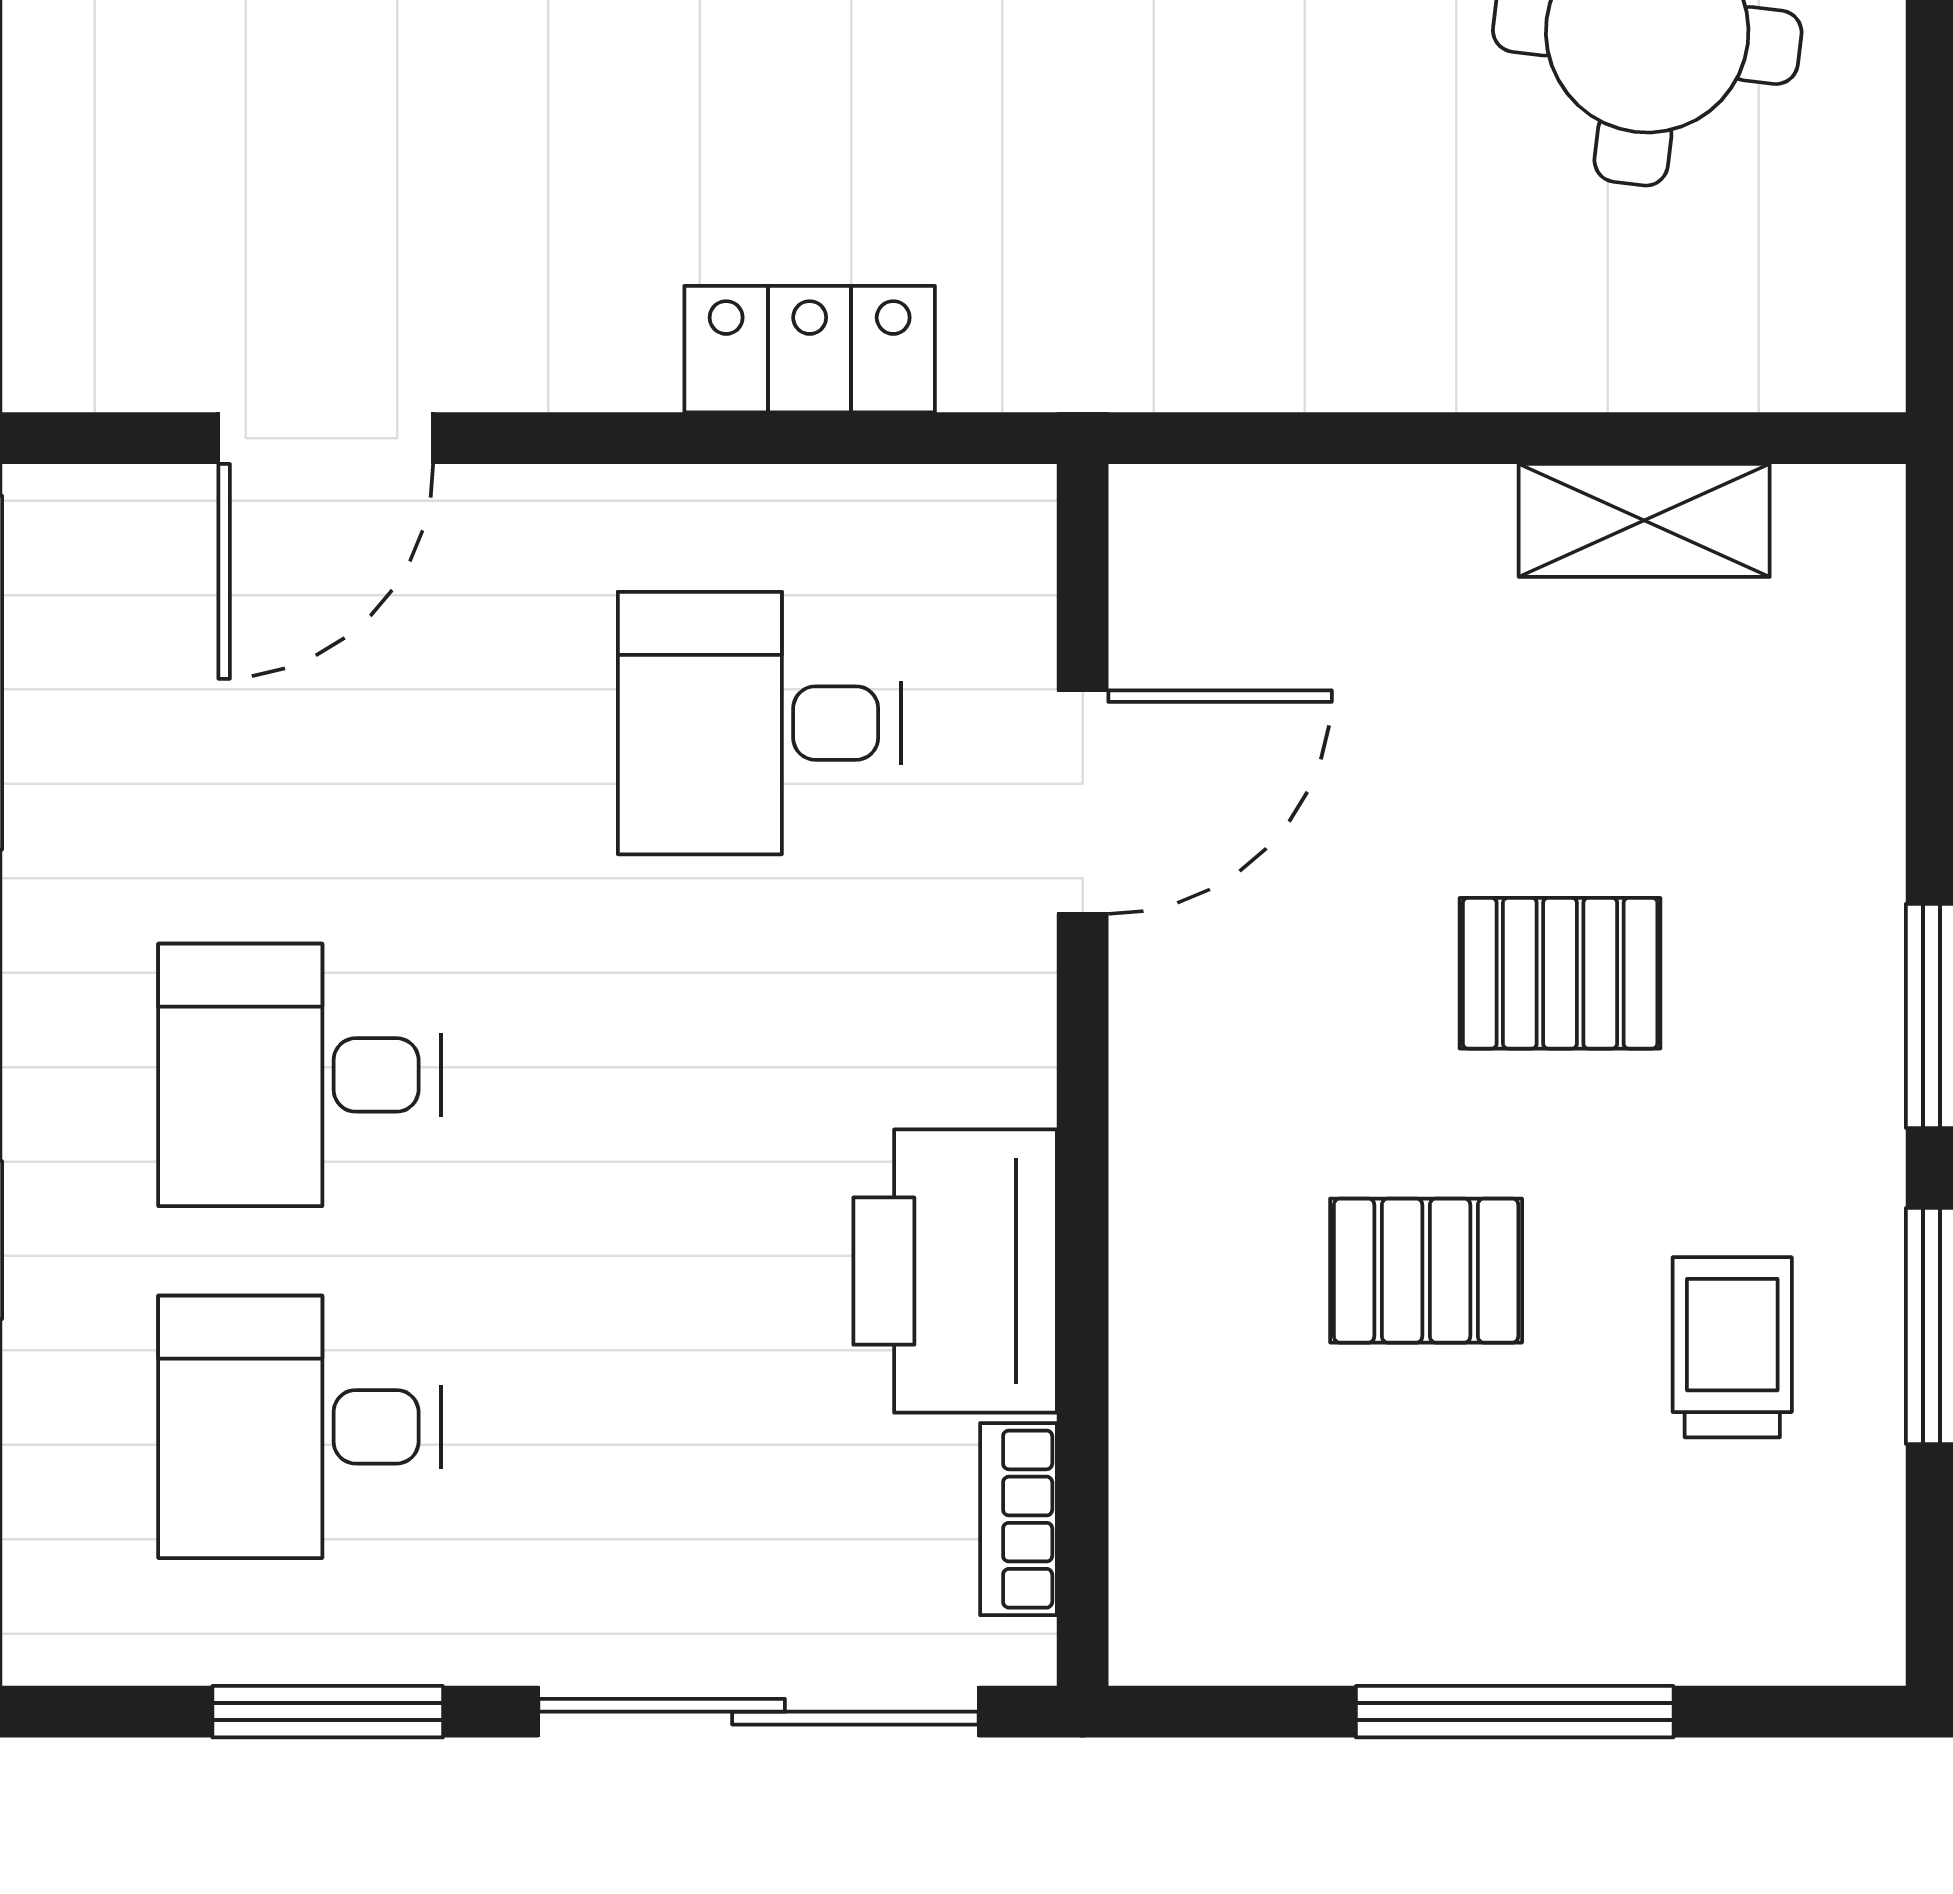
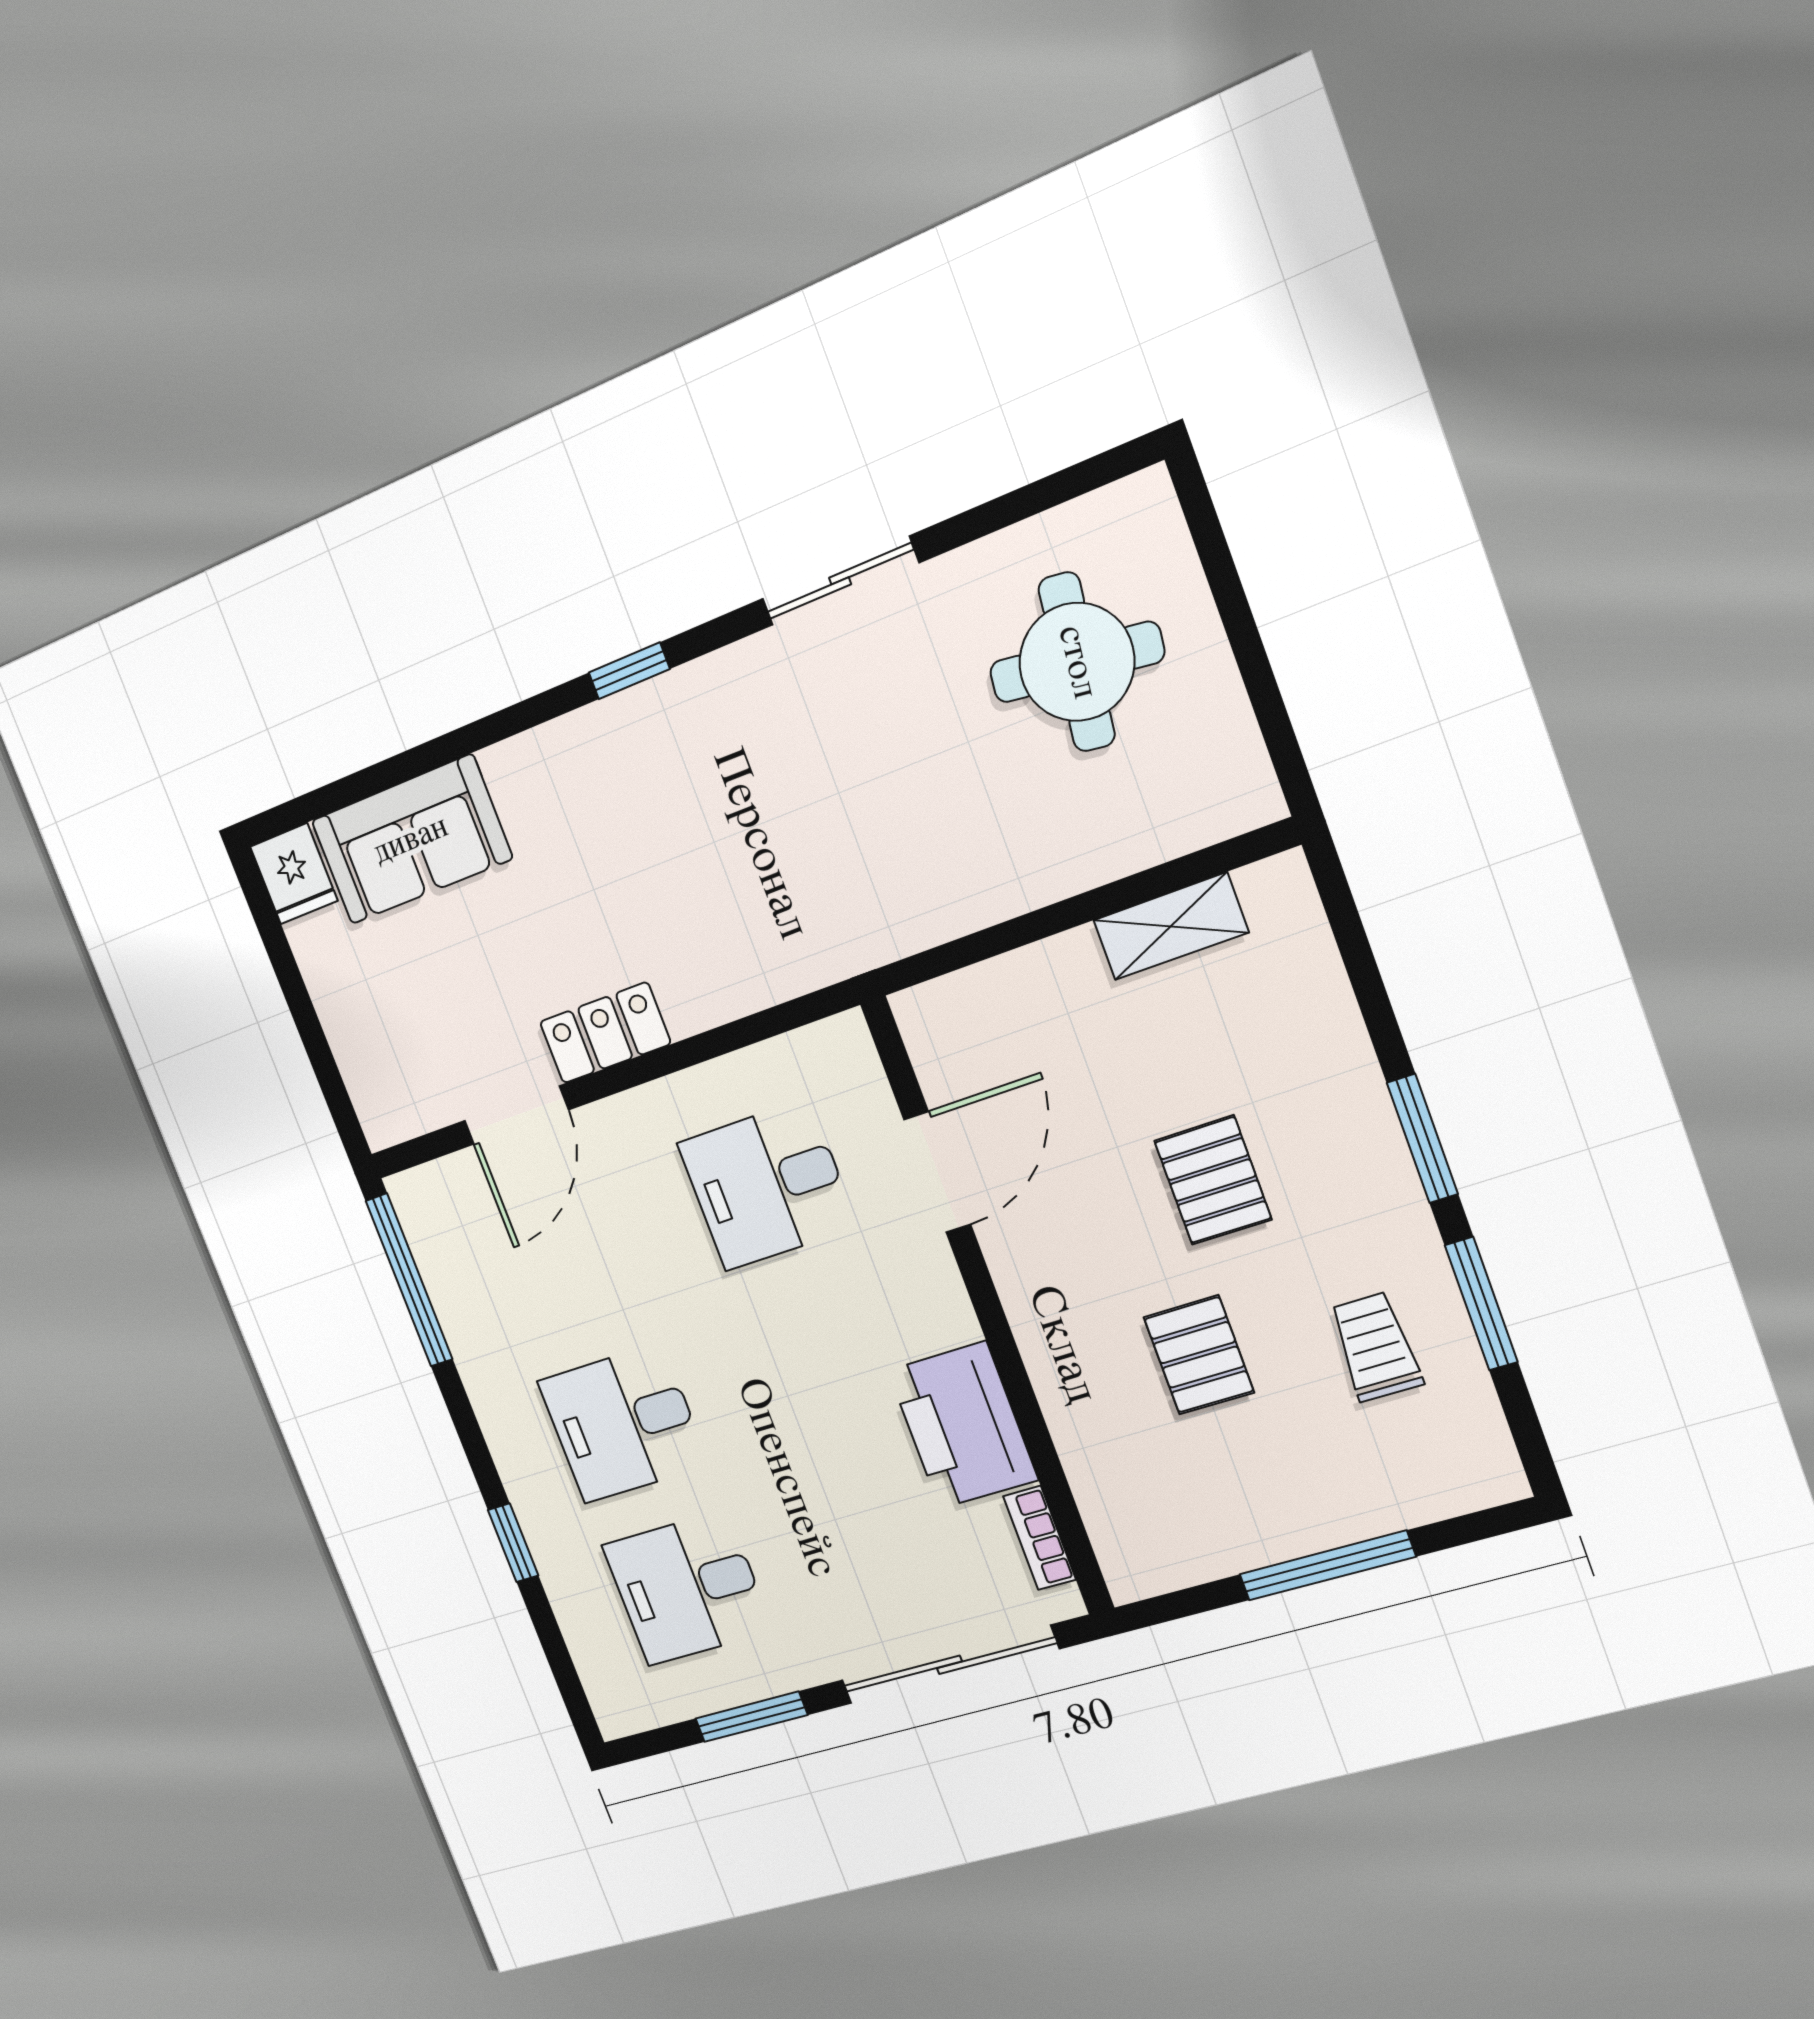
locker: (810, 349) -> (605, 1033), moved
pallet: (1560, 973) -> (1213, 1180), turned 90
pallet: (1426, 1271) -> (1199, 1355), turned 90

